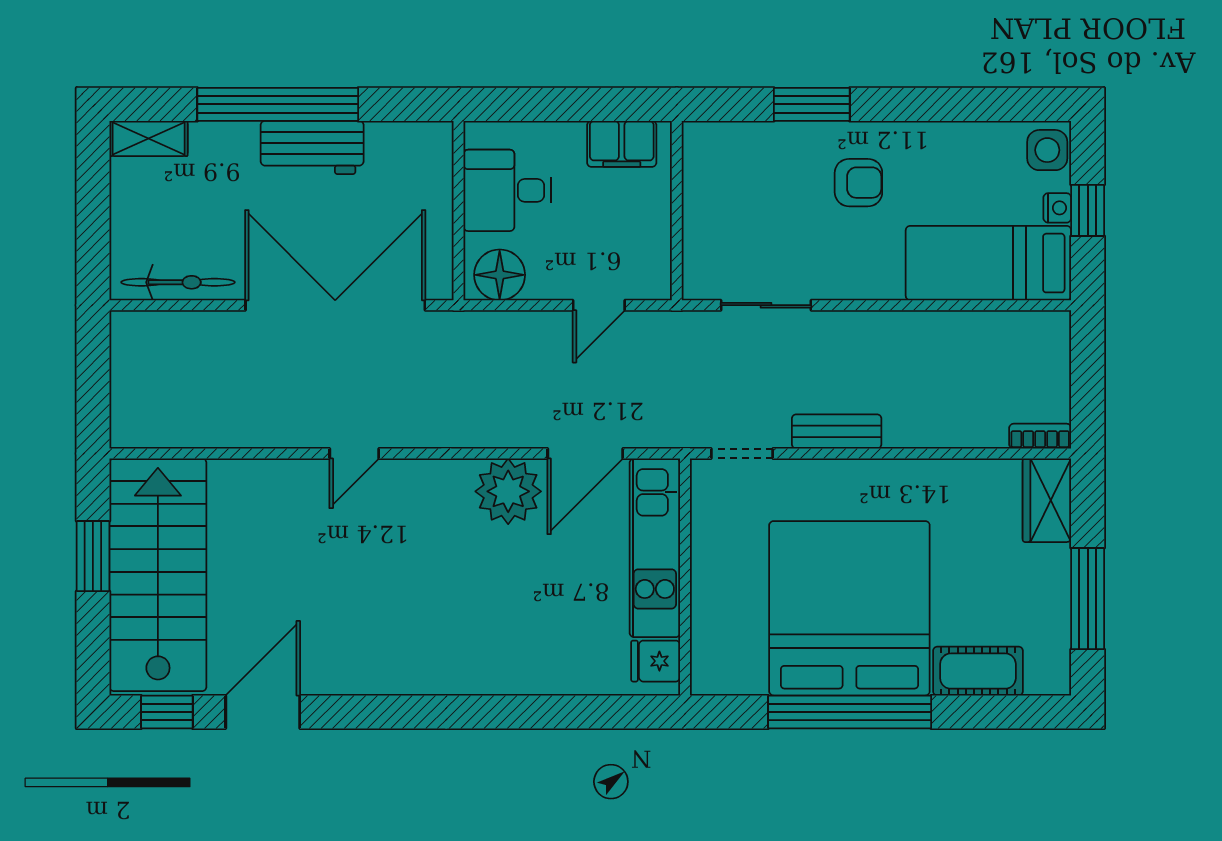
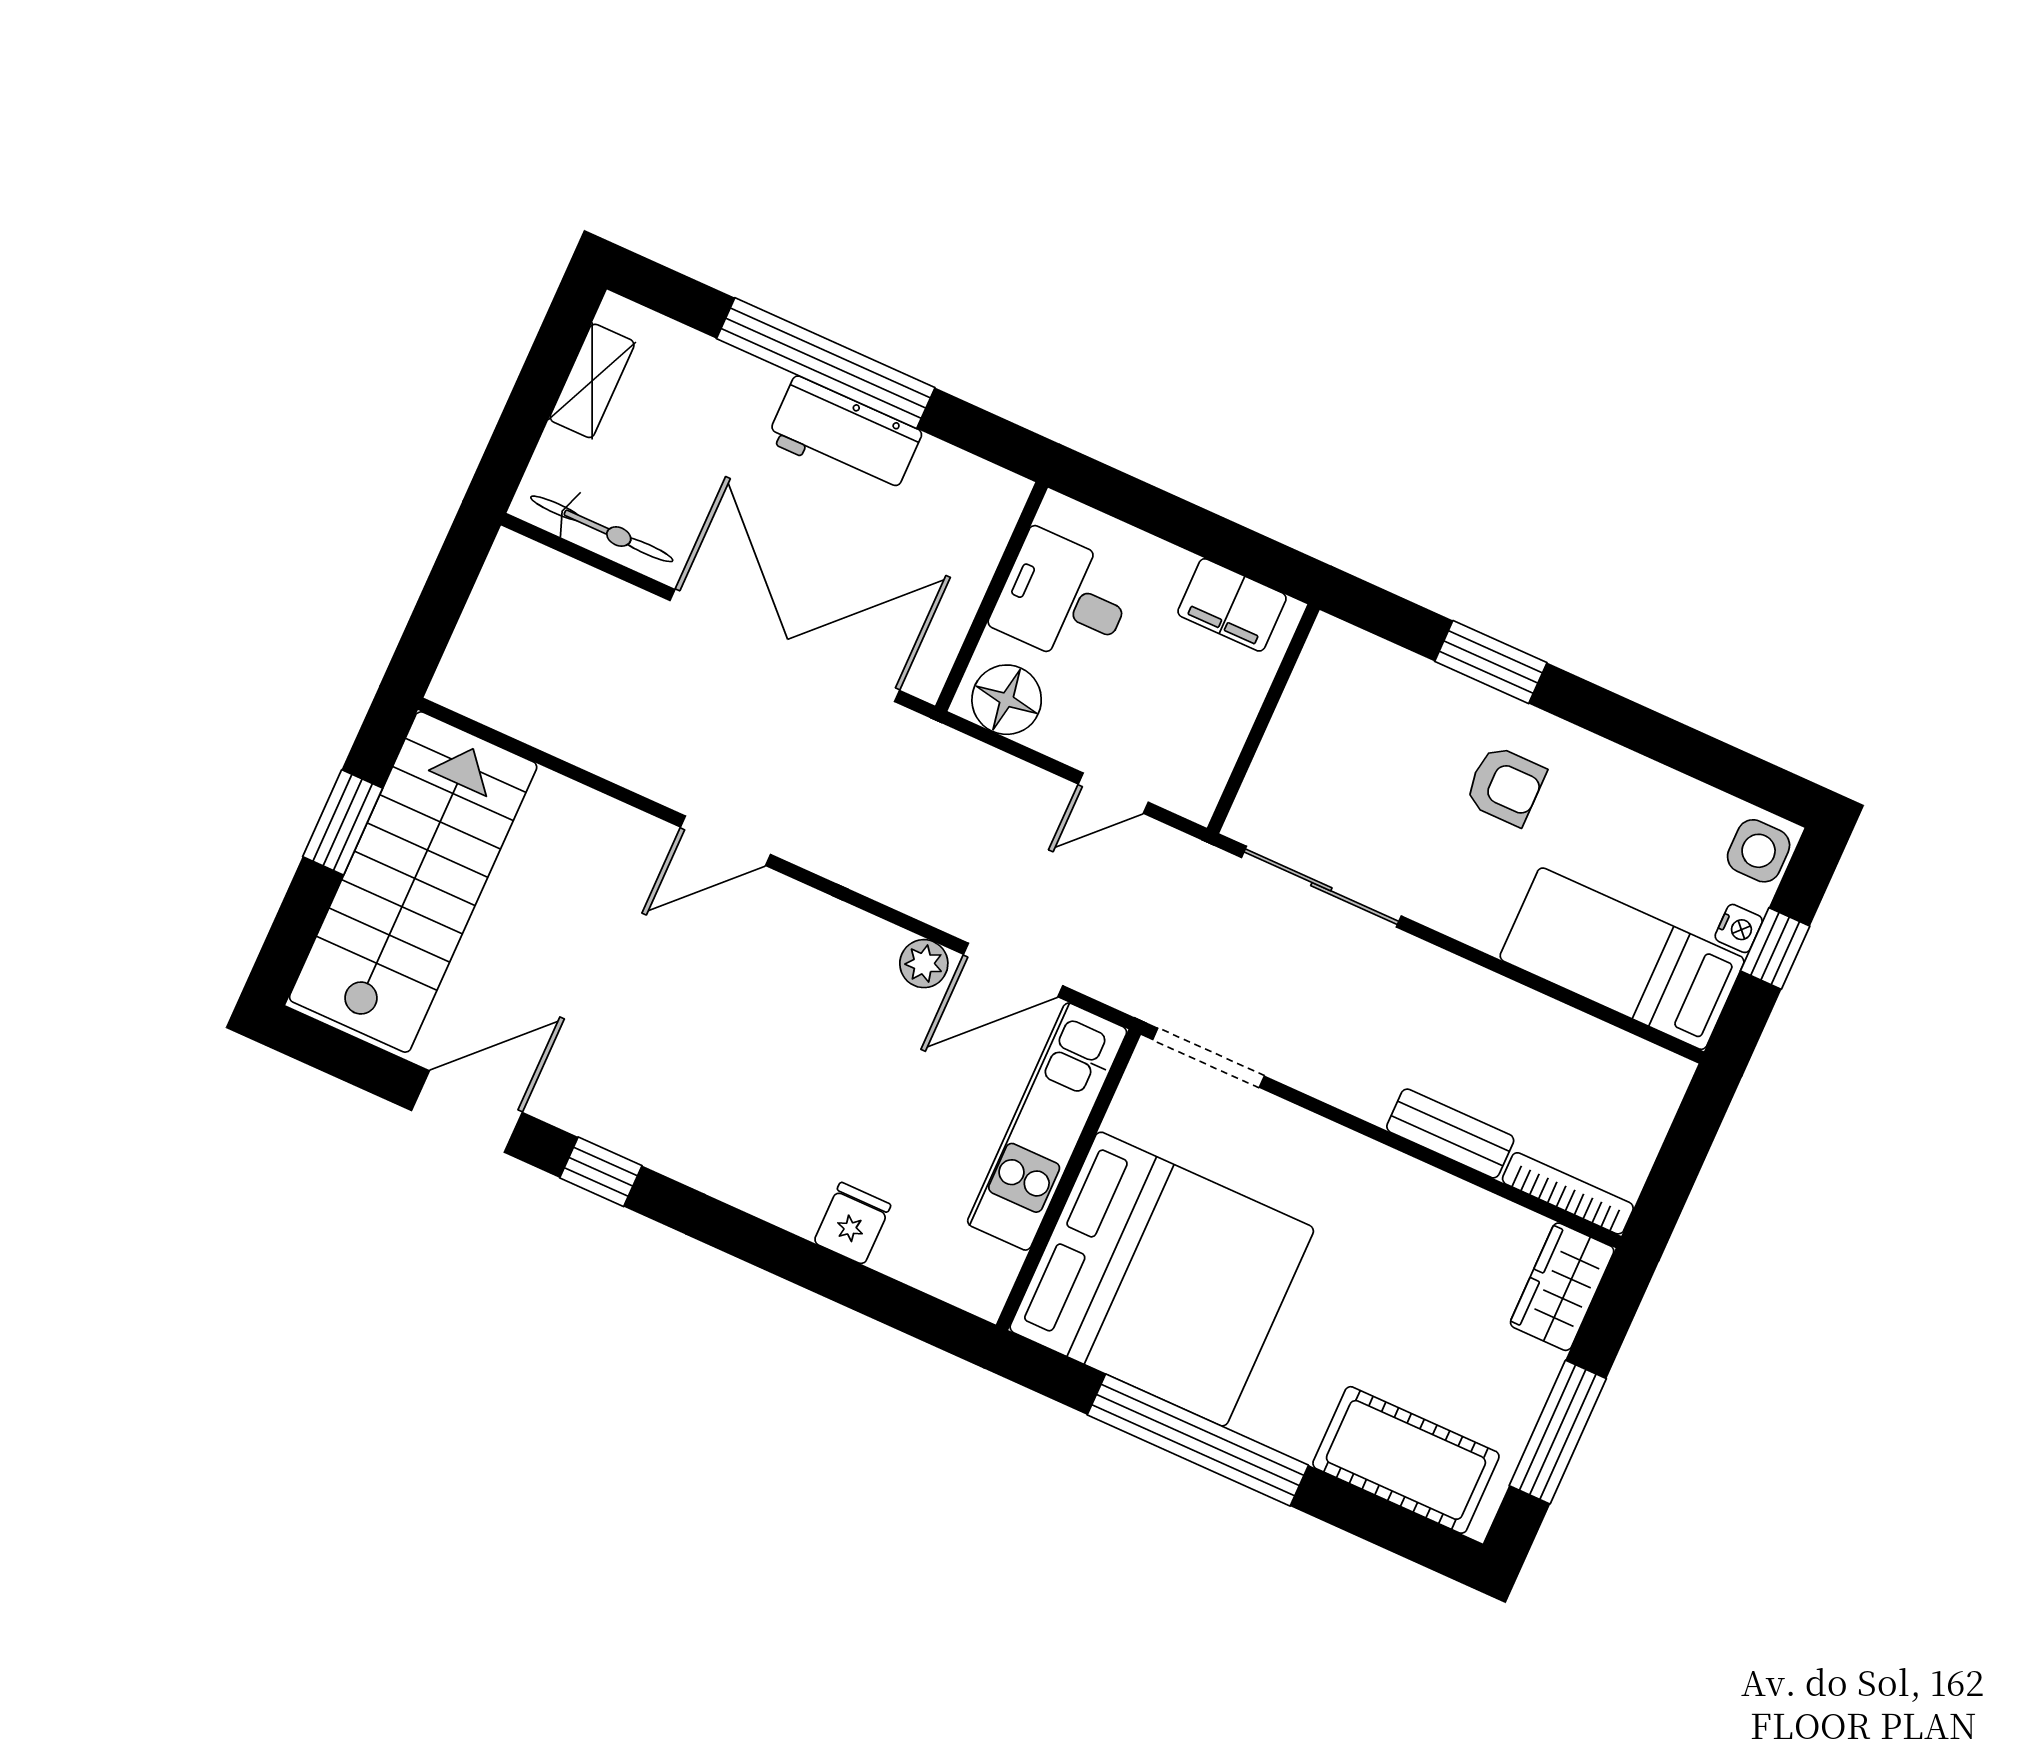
shelving: (149, 138) -> (592, 381), moved, turned 90
sliding door: (766, 305) -> (1321, 887), width x1.37
bench: (837, 431) -> (1450, 1133), moved
bookcase: (1040, 436) -> (1568, 1193), width x1.56
door: (354, 453) -> (726, 841), width x1.38
doorway: (742, 453) -> (1209, 1058), width x1.38
plant: (508, 491) -> (924, 964), width x0.53, depth x0.53
bed: (849, 608) -> (1162, 1279), moved, turned 90
fridge: (656, 661) -> (852, 1223), moved, turned 90
cot: (978, 671) -> (1406, 1460), width x1.37, depth x1.34
window: (167, 712) -> (601, 1172), moved

